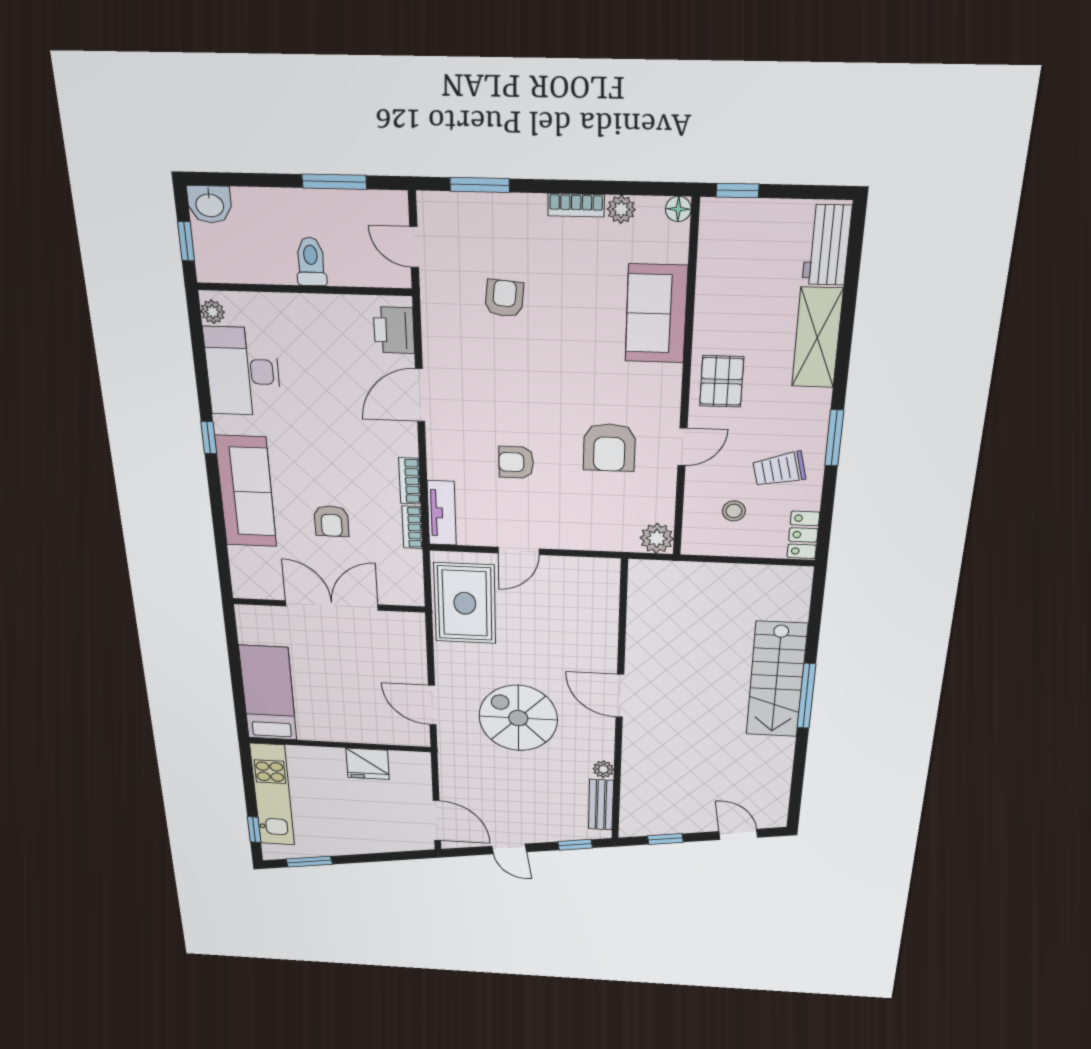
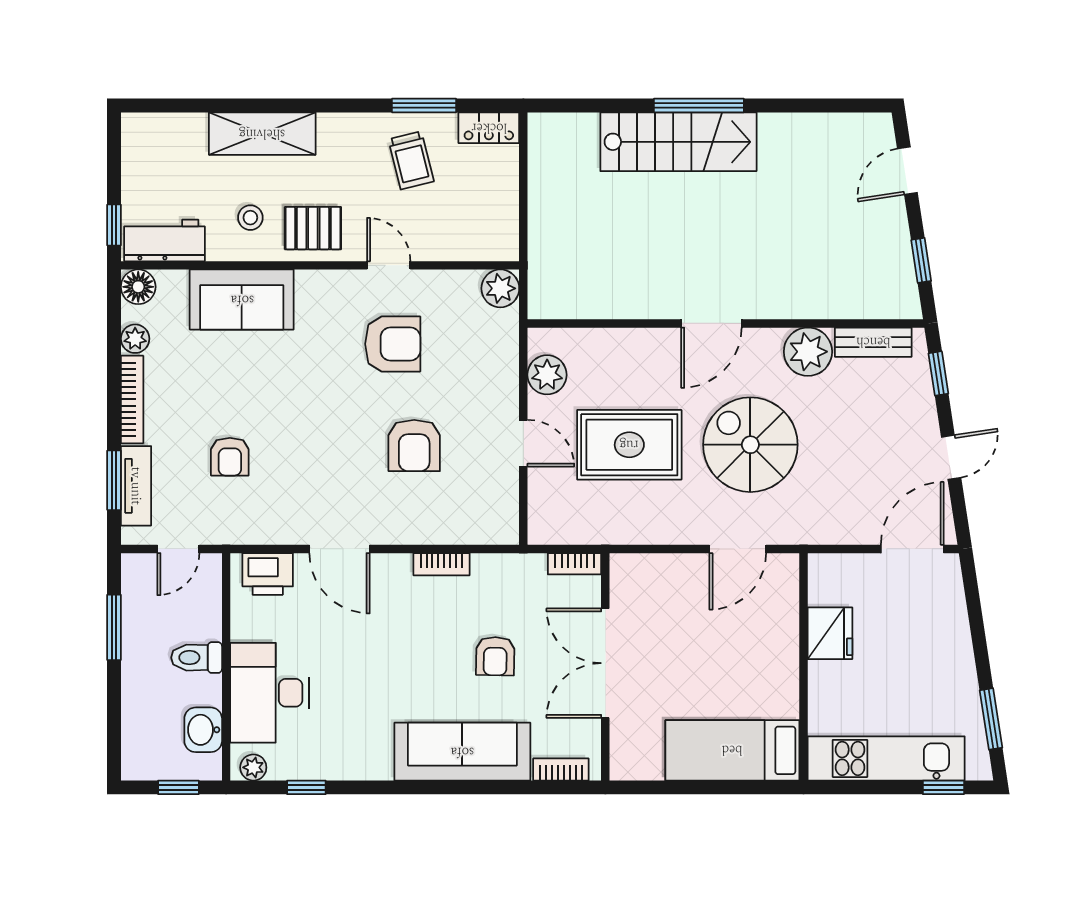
washbasin: (210, 204) -> (203, 730), moved, turned 180
bookcase: (576, 205) -> (132, 399), width x1.56
floor lamp: (678, 209) -> (138, 287), width x1.37, depth x1.37
workbench: (827, 245) -> (164, 240), moved, turned 180
armchair: (504, 298) -> (230, 457), turned -95
desk: (243, 371) -> (269, 693), moved, turned 90
window: (209, 438) -> (306, 787), moved
window: (834, 438) -> (424, 105), moved
armchair: (516, 462) -> (414, 445), width x1.38, depth x1.38
stool: (734, 511) -> (250, 218), moved
tv unit: (442, 513) -> (136, 486), moved, turned 90
armchair: (331, 521) -> (495, 656), turned 91
bookcase: (412, 527) -> (575, 564), moved
bookcase: (239, 568) -> (561, 769), added
plant: (579, 572) -> (547, 375), added
rug: (465, 603) -> (629, 445), moved
spiral stairs: (518, 718) -> (750, 445), turned 90
plant: (603, 769) -> (808, 352), width x1.87, depth x1.87

